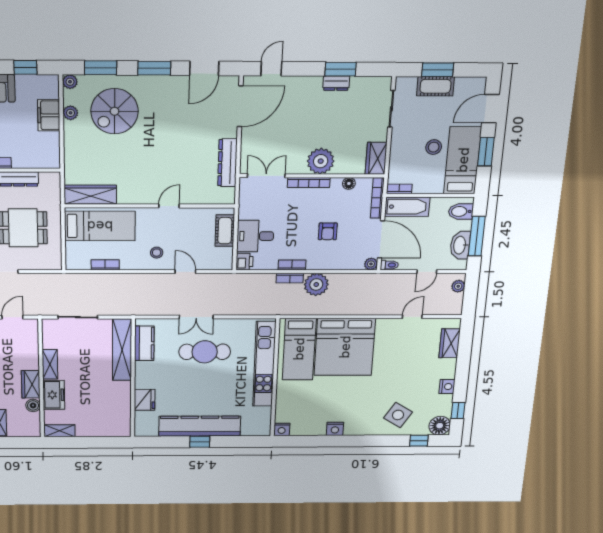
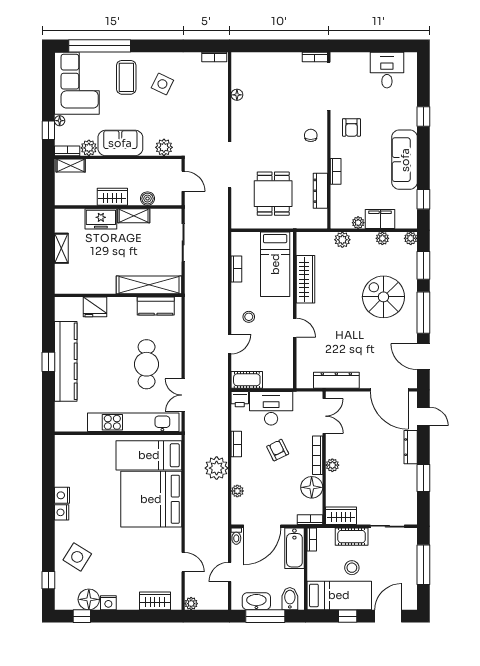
window: (154, 68) -> (423, 313), width x1.44
window: (438, 70) -> (423, 565), width x1.44
dresser: (336, 83) -> (411, 447), moved, width x1.44
cot: (435, 86) -> (352, 537), moved, turned 90
door: (490, 109) -> (388, 616), hinge flipped
spiral stairs: (115, 111) -> (383, 297), moved
plant: (53, 139) -> (358, 223), added
window: (486, 152) -> (348, 616), width x0.67
plant: (72, 156) -> (342, 240), added
plant: (321, 161) -> (332, 465), width x0.53, depth x0.53
floor lamp: (349, 183) -> (312, 487), width x1.89, depth x1.89
wardrobe: (90, 195) -> (306, 279), moved
bookcase: (377, 198) -> (310, 520), width x0.64
cot: (225, 231) -> (247, 380), moved
armchair: (328, 231) -> (278, 450), moved, turned 64
desk: (255, 236) -> (271, 408), width x1.37
plant: (371, 264) -> (237, 491), moved
door: (427, 272) -> (230, 572), hinge flipped
bookcase: (290, 278) -> (223, 443), removed
plant: (458, 286) -> (191, 604), moved
double door: (196, 317) -> (183, 395), moved
boiler: (33, 405) -> (148, 199), moved
floor lamp: (440, 426) -> (89, 599), moved
nightstand: (282, 429) -> (62, 512), moved
shelving: (59, 431) -> (61, 248), moved

